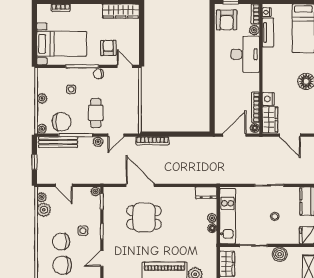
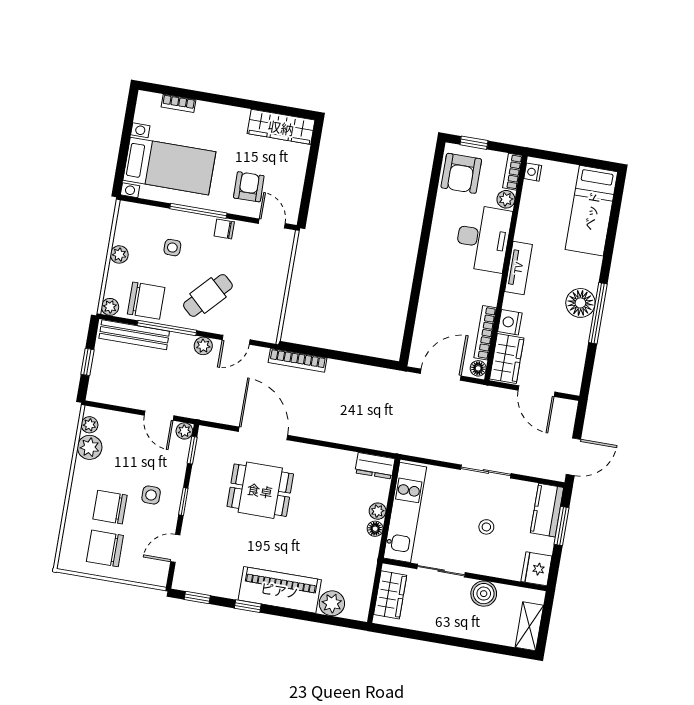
tv unit: (268, 32) -> (518, 268), moved
cafe table: (96, 113) -> (208, 295), turned 43
door: (64, 185) -> (159, 416), moved

